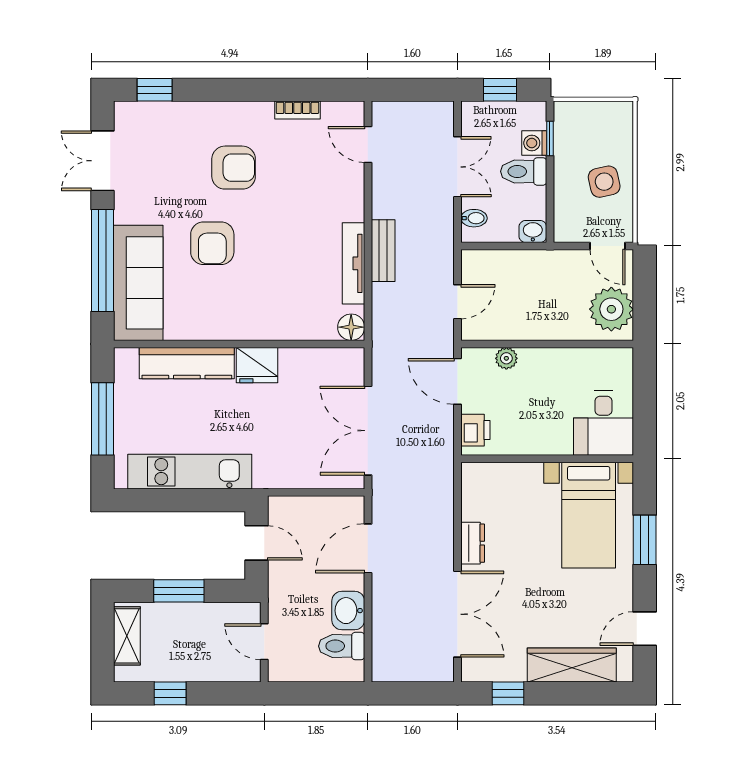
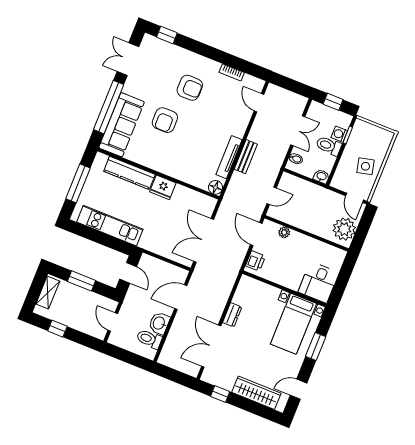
double door: (458, 614) -> (211, 346), swing flipped

